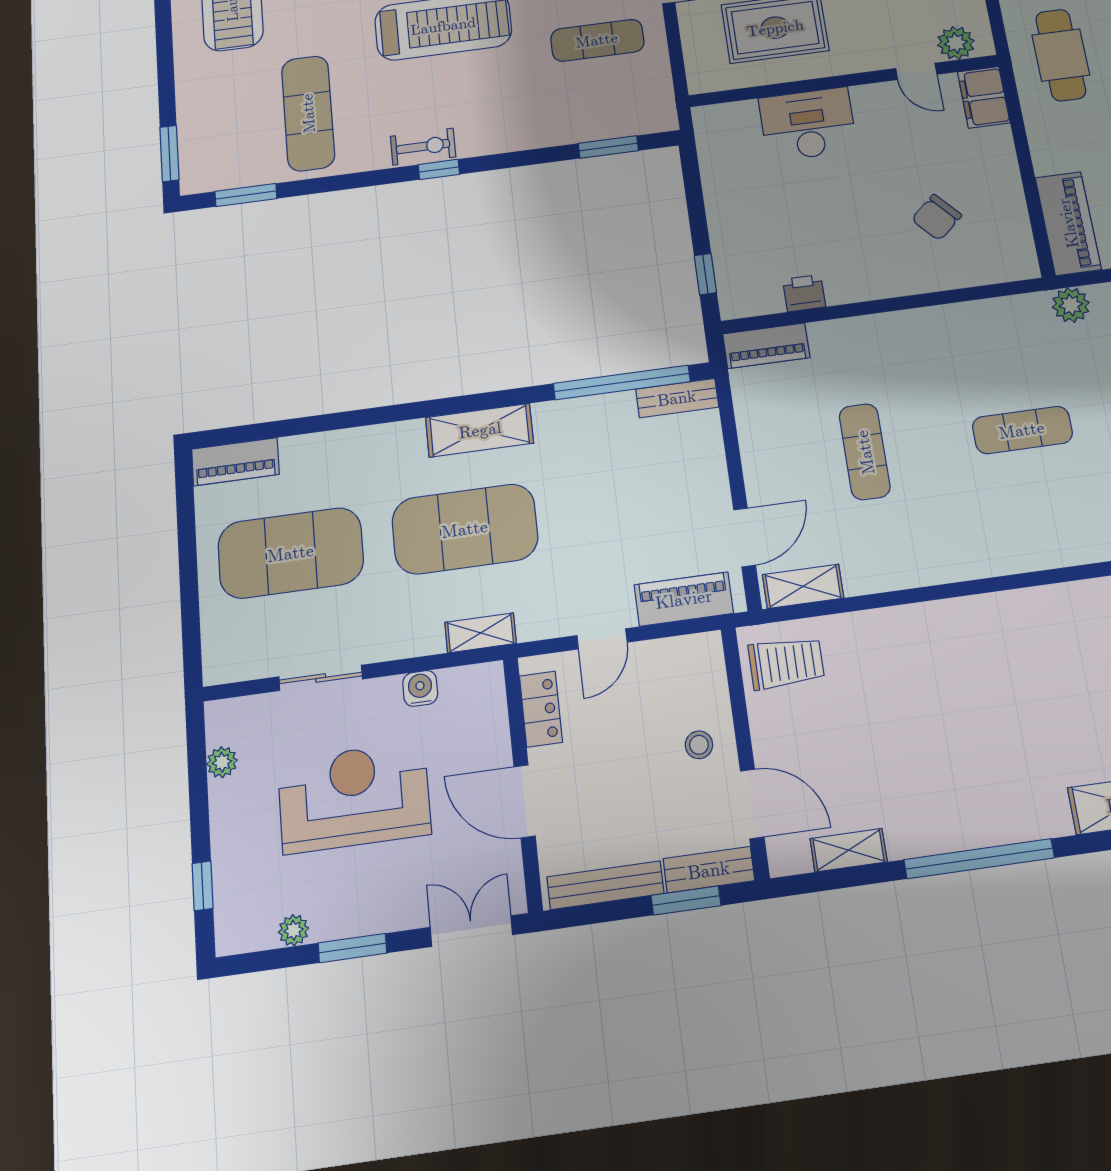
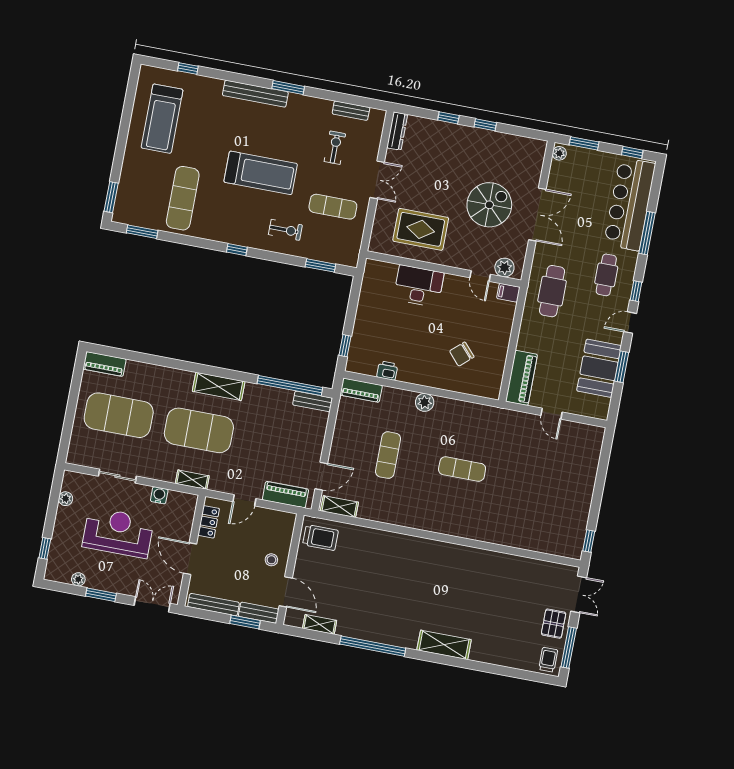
filing cabinet: (984, 97) -> (508, 293), width x0.50
exercise bike: (423, 147) -> (285, 230), moved
plant: (1071, 305) -> (425, 402), moved

